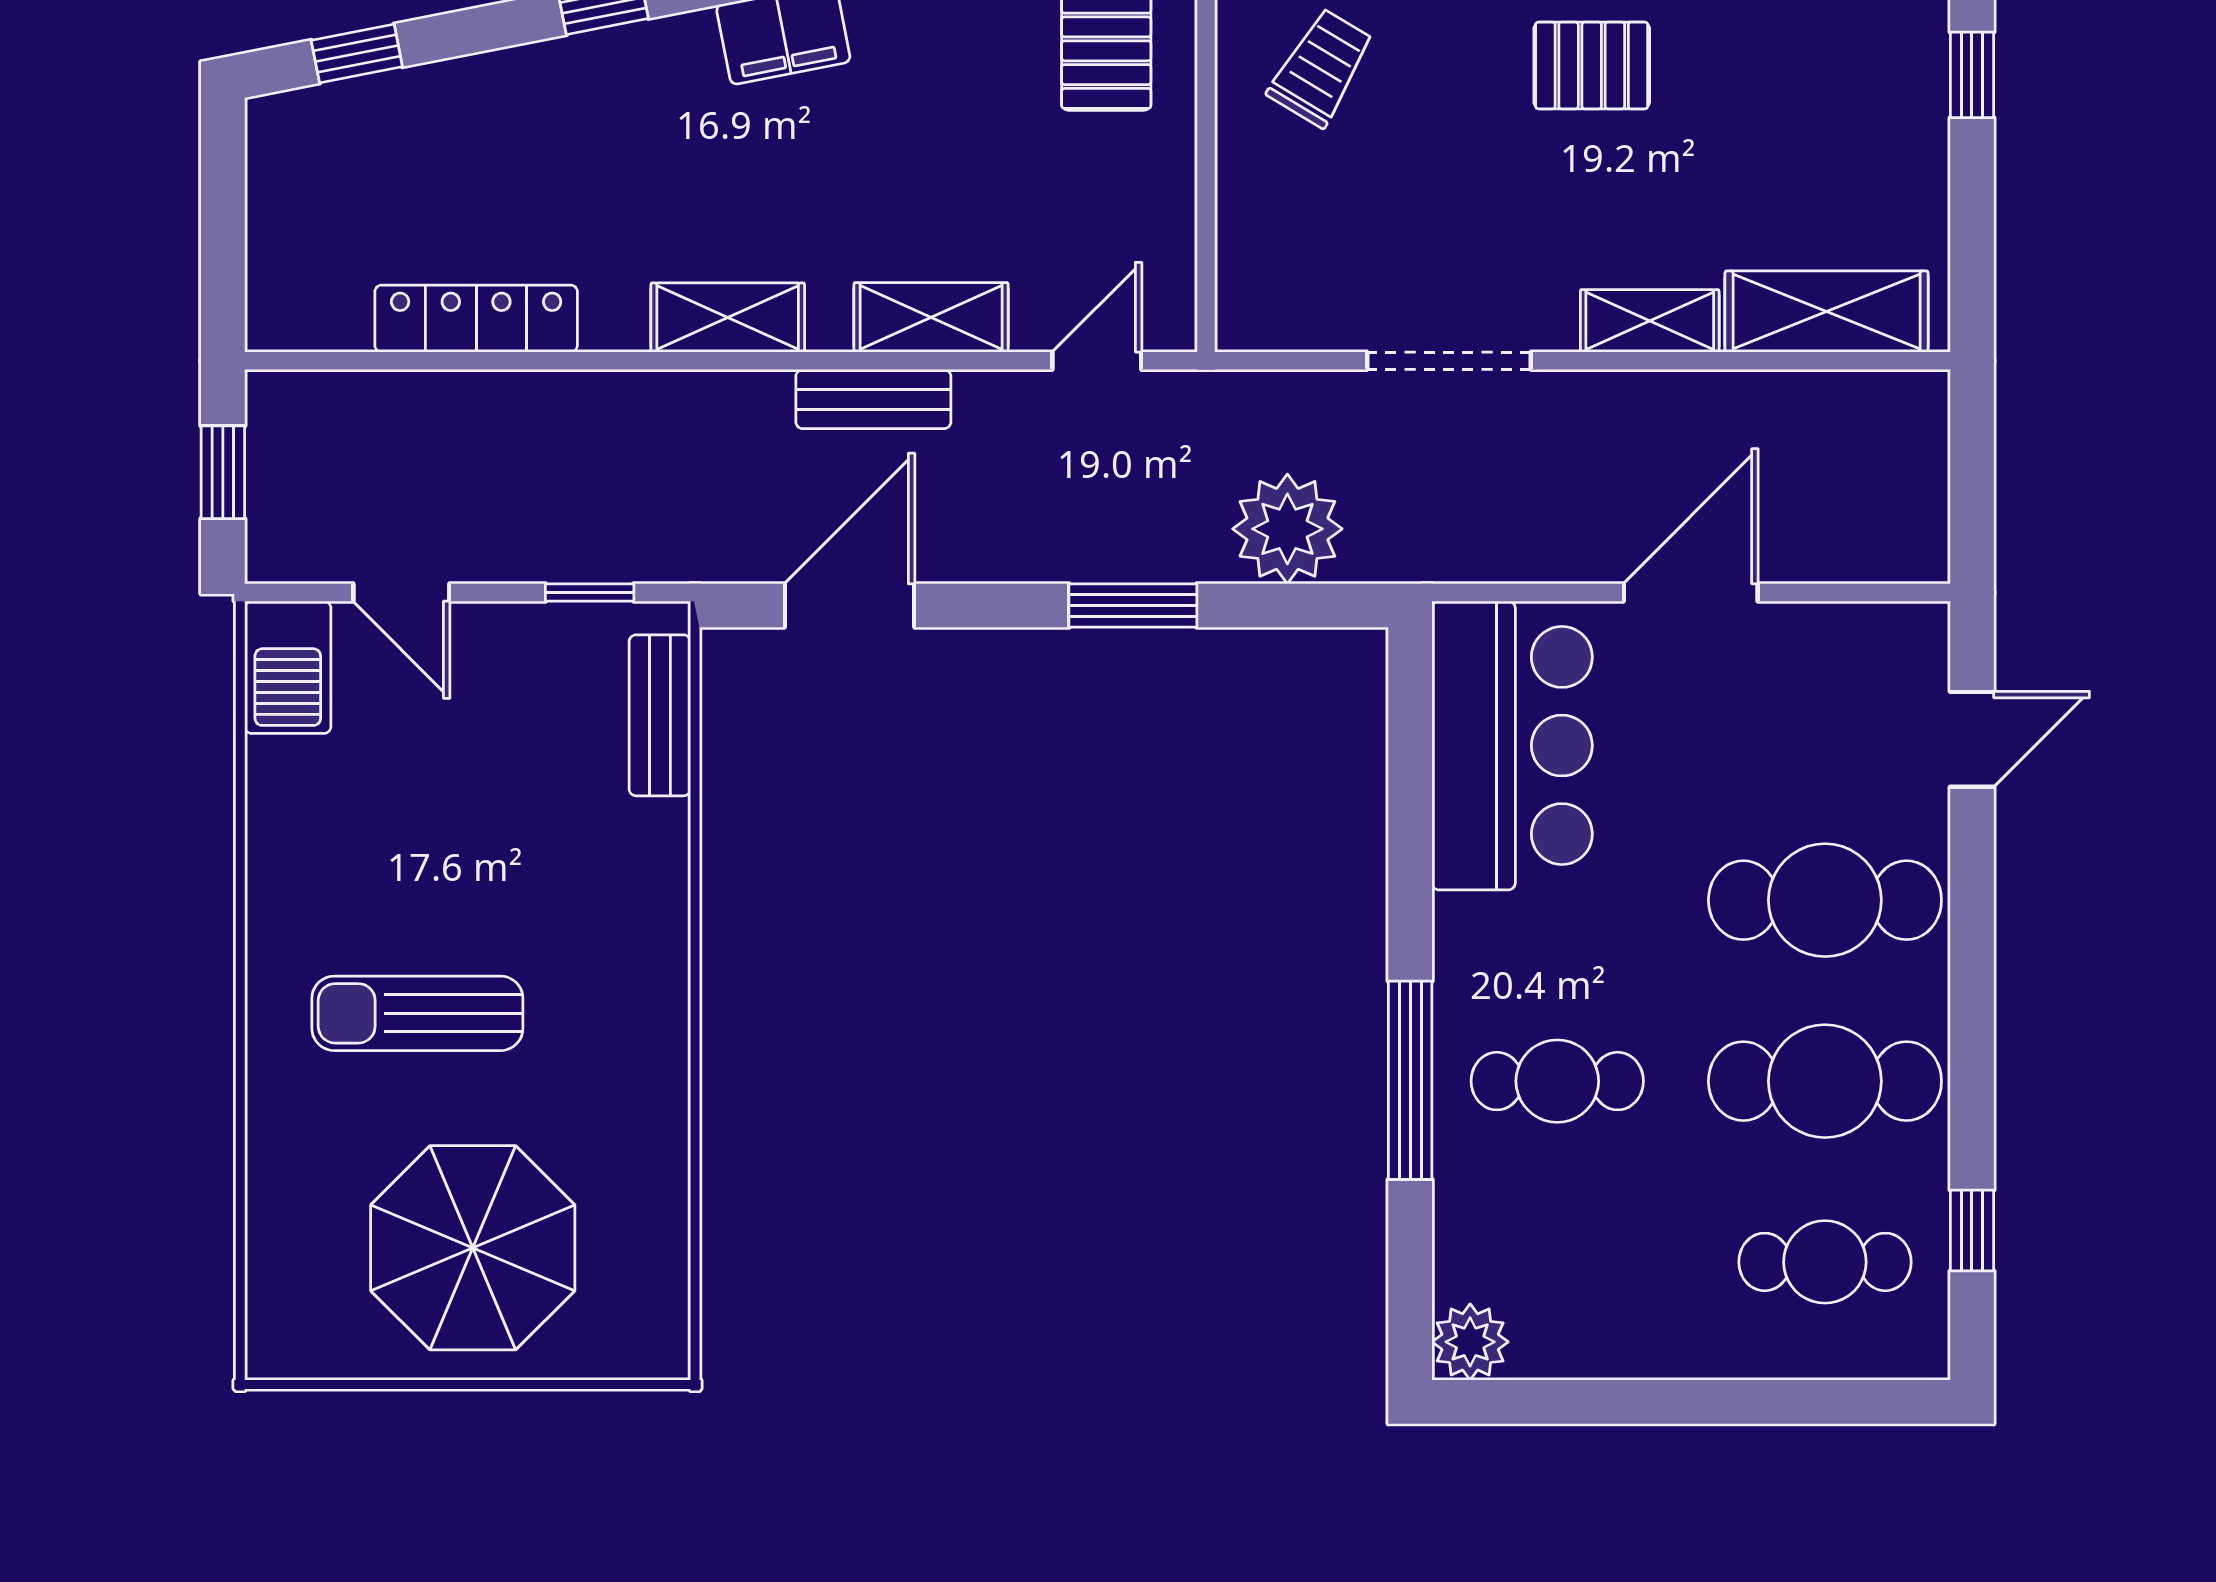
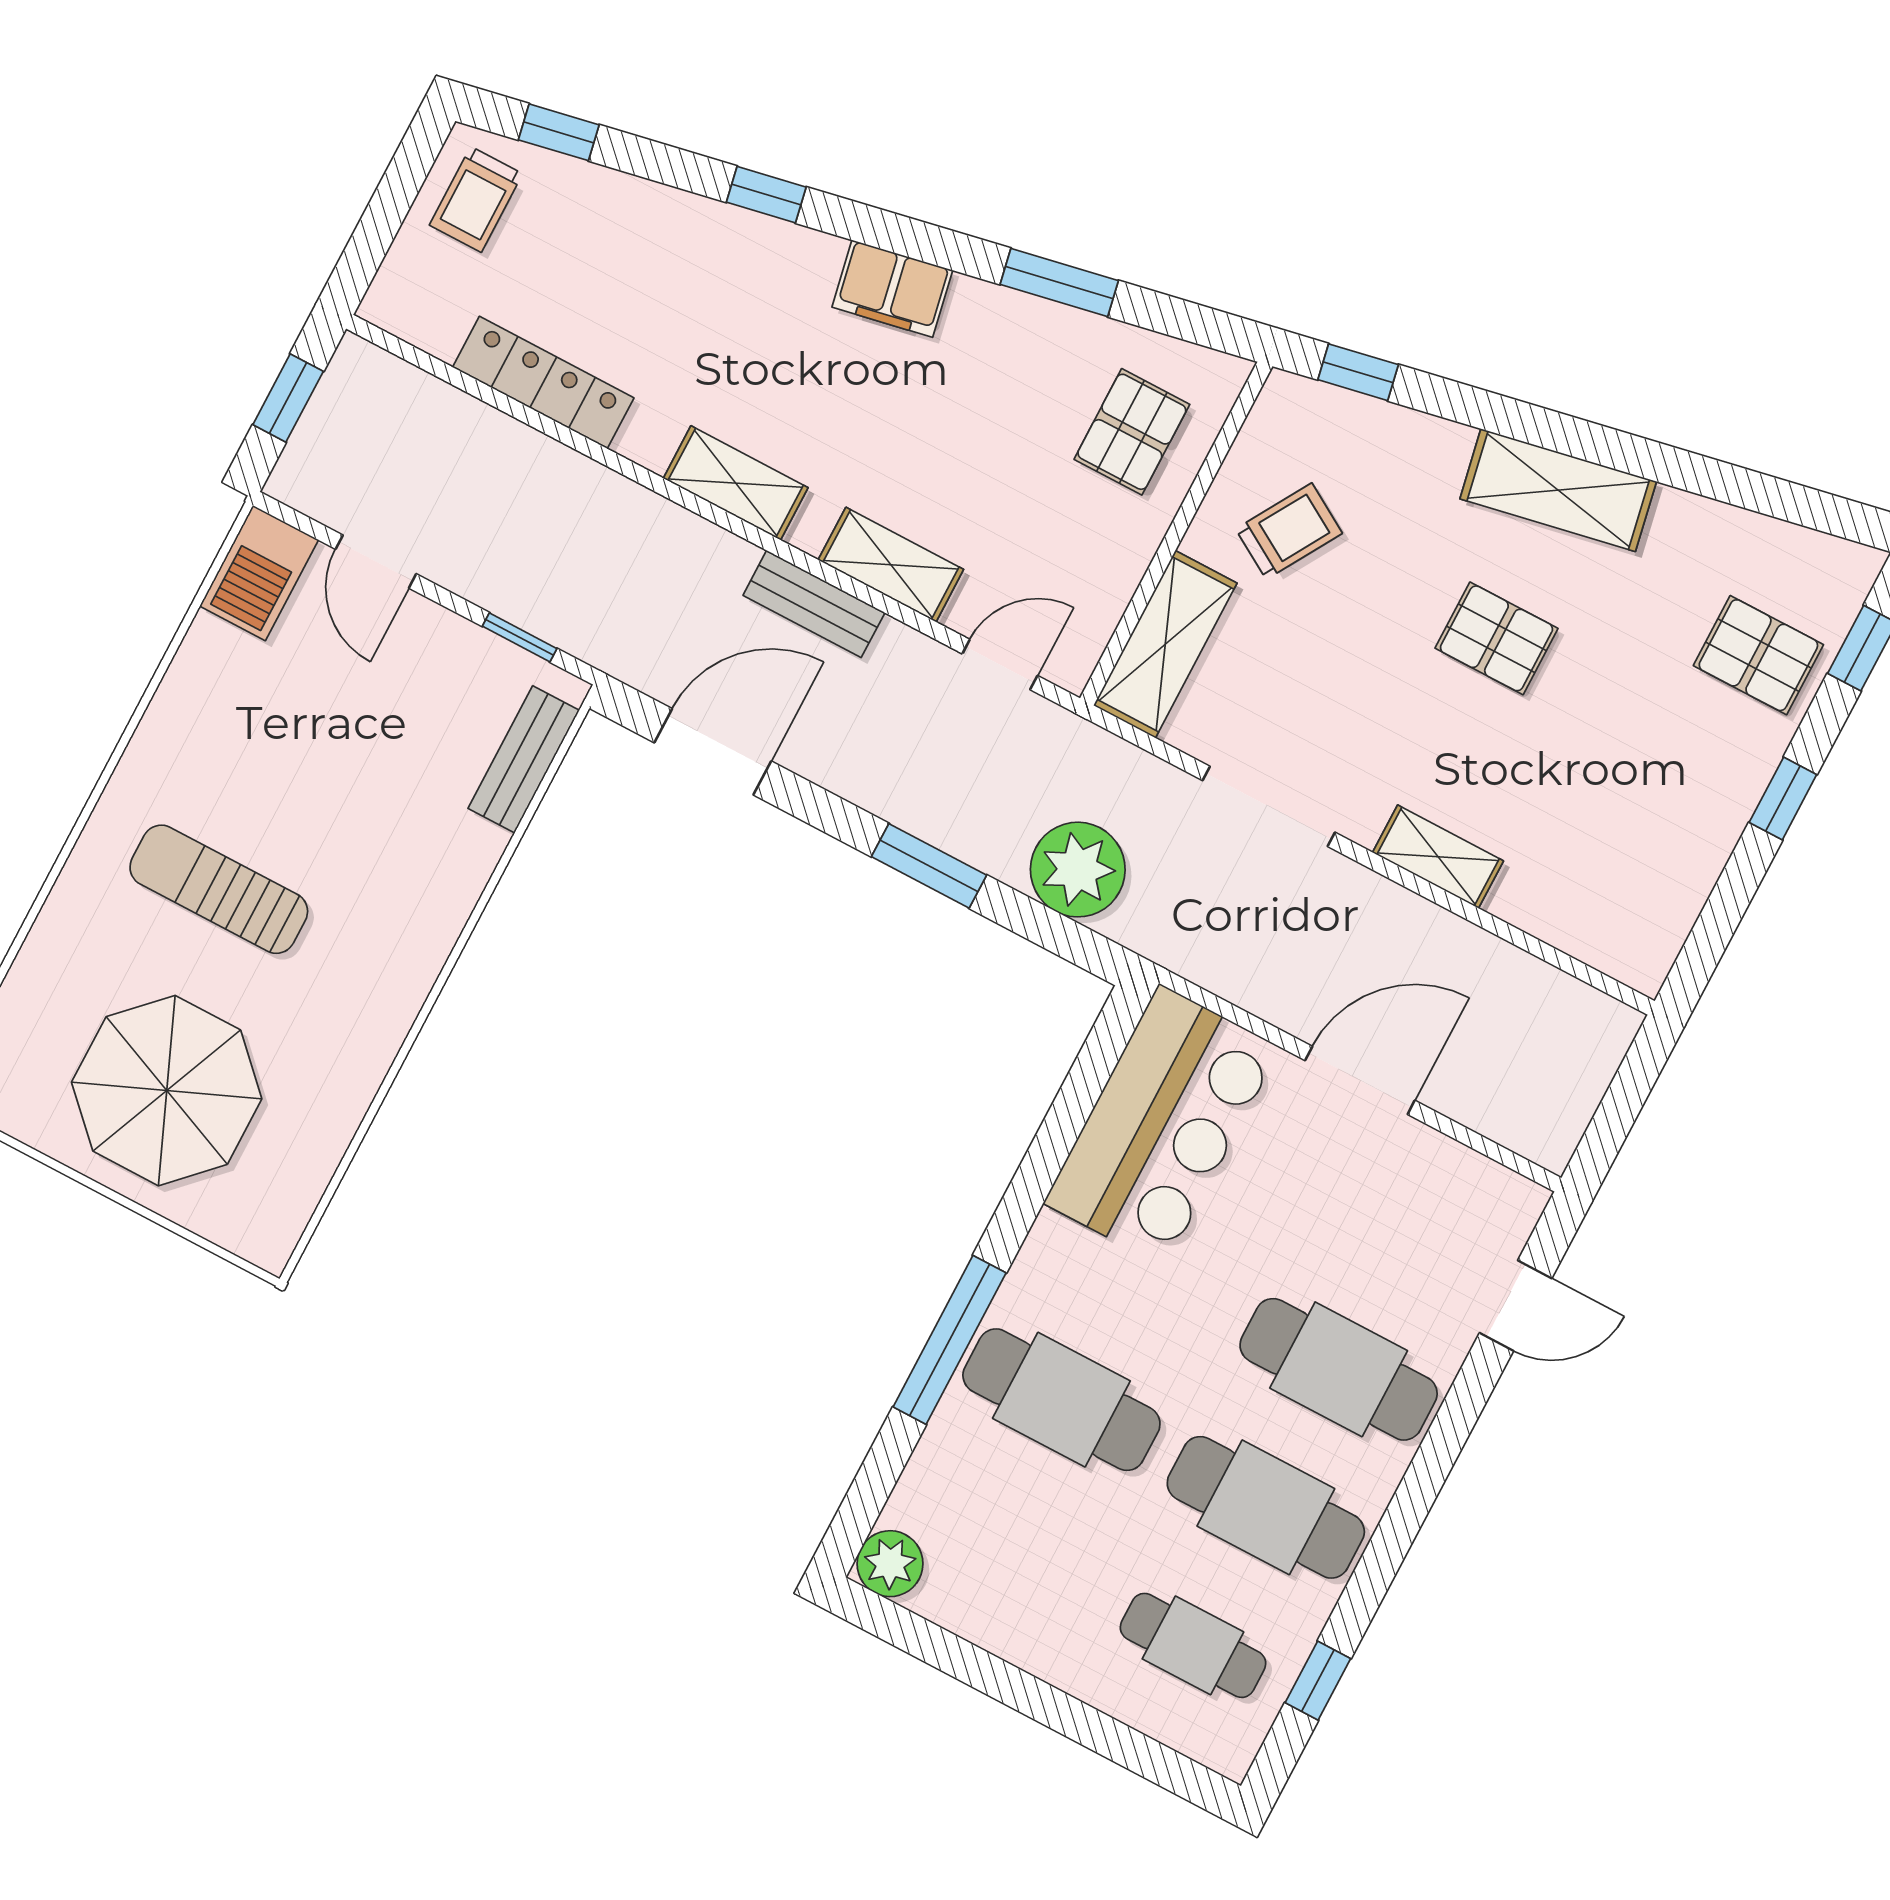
trolley: (308, 167) -> (476, 199), added
shelving: (1827, 311) -> (1165, 644), moved, turned 90
cafe table: (1557, 1081) -> (1061, 1400), width x1.37, depth x1.35

